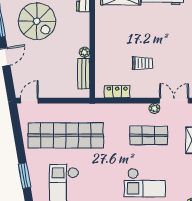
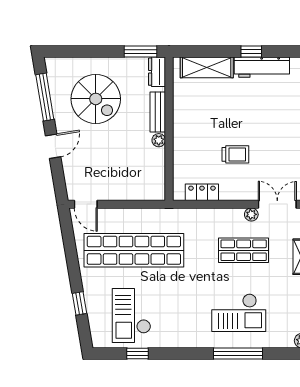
bench: (84, 74) -> (158, 112), moved
door: (29, 101) -> (86, 204), swing flipped
window: (25, 176) -> (79, 303), width x0.67

